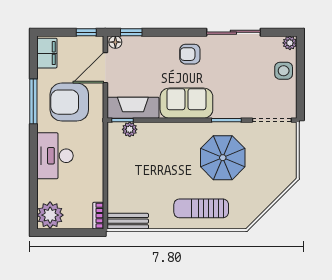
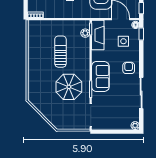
side table: (284, 71) -> (123, 41), moved
sofa: (186, 103) -> (100, 77), moved
sun lounger: (201, 208) -> (60, 52), moved
bench: (128, 221) -> (32, 32), removed

